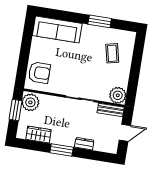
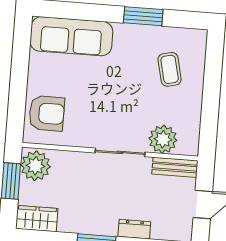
plant: (118, 95) -> (163, 139), moved
wardrobe: (38, 134) -> (37, 219), moved

